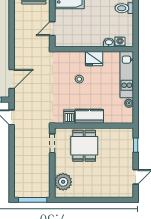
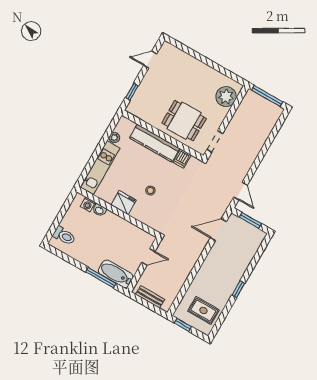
kitchen counter: (89, 116) -> (155, 143), width x1.50
dining table: (84, 146) -> (184, 121), turned 90

